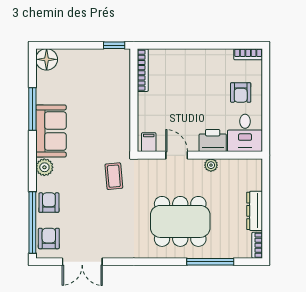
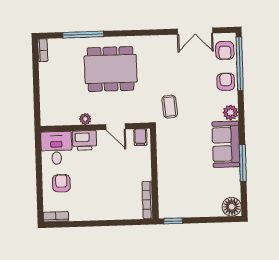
armchair: (49, 203) -> (226, 82), turned 180
dresser: (255, 211) -> (46, 80), removed
double door: (82, 262) -> (195, 31), swing flipped

